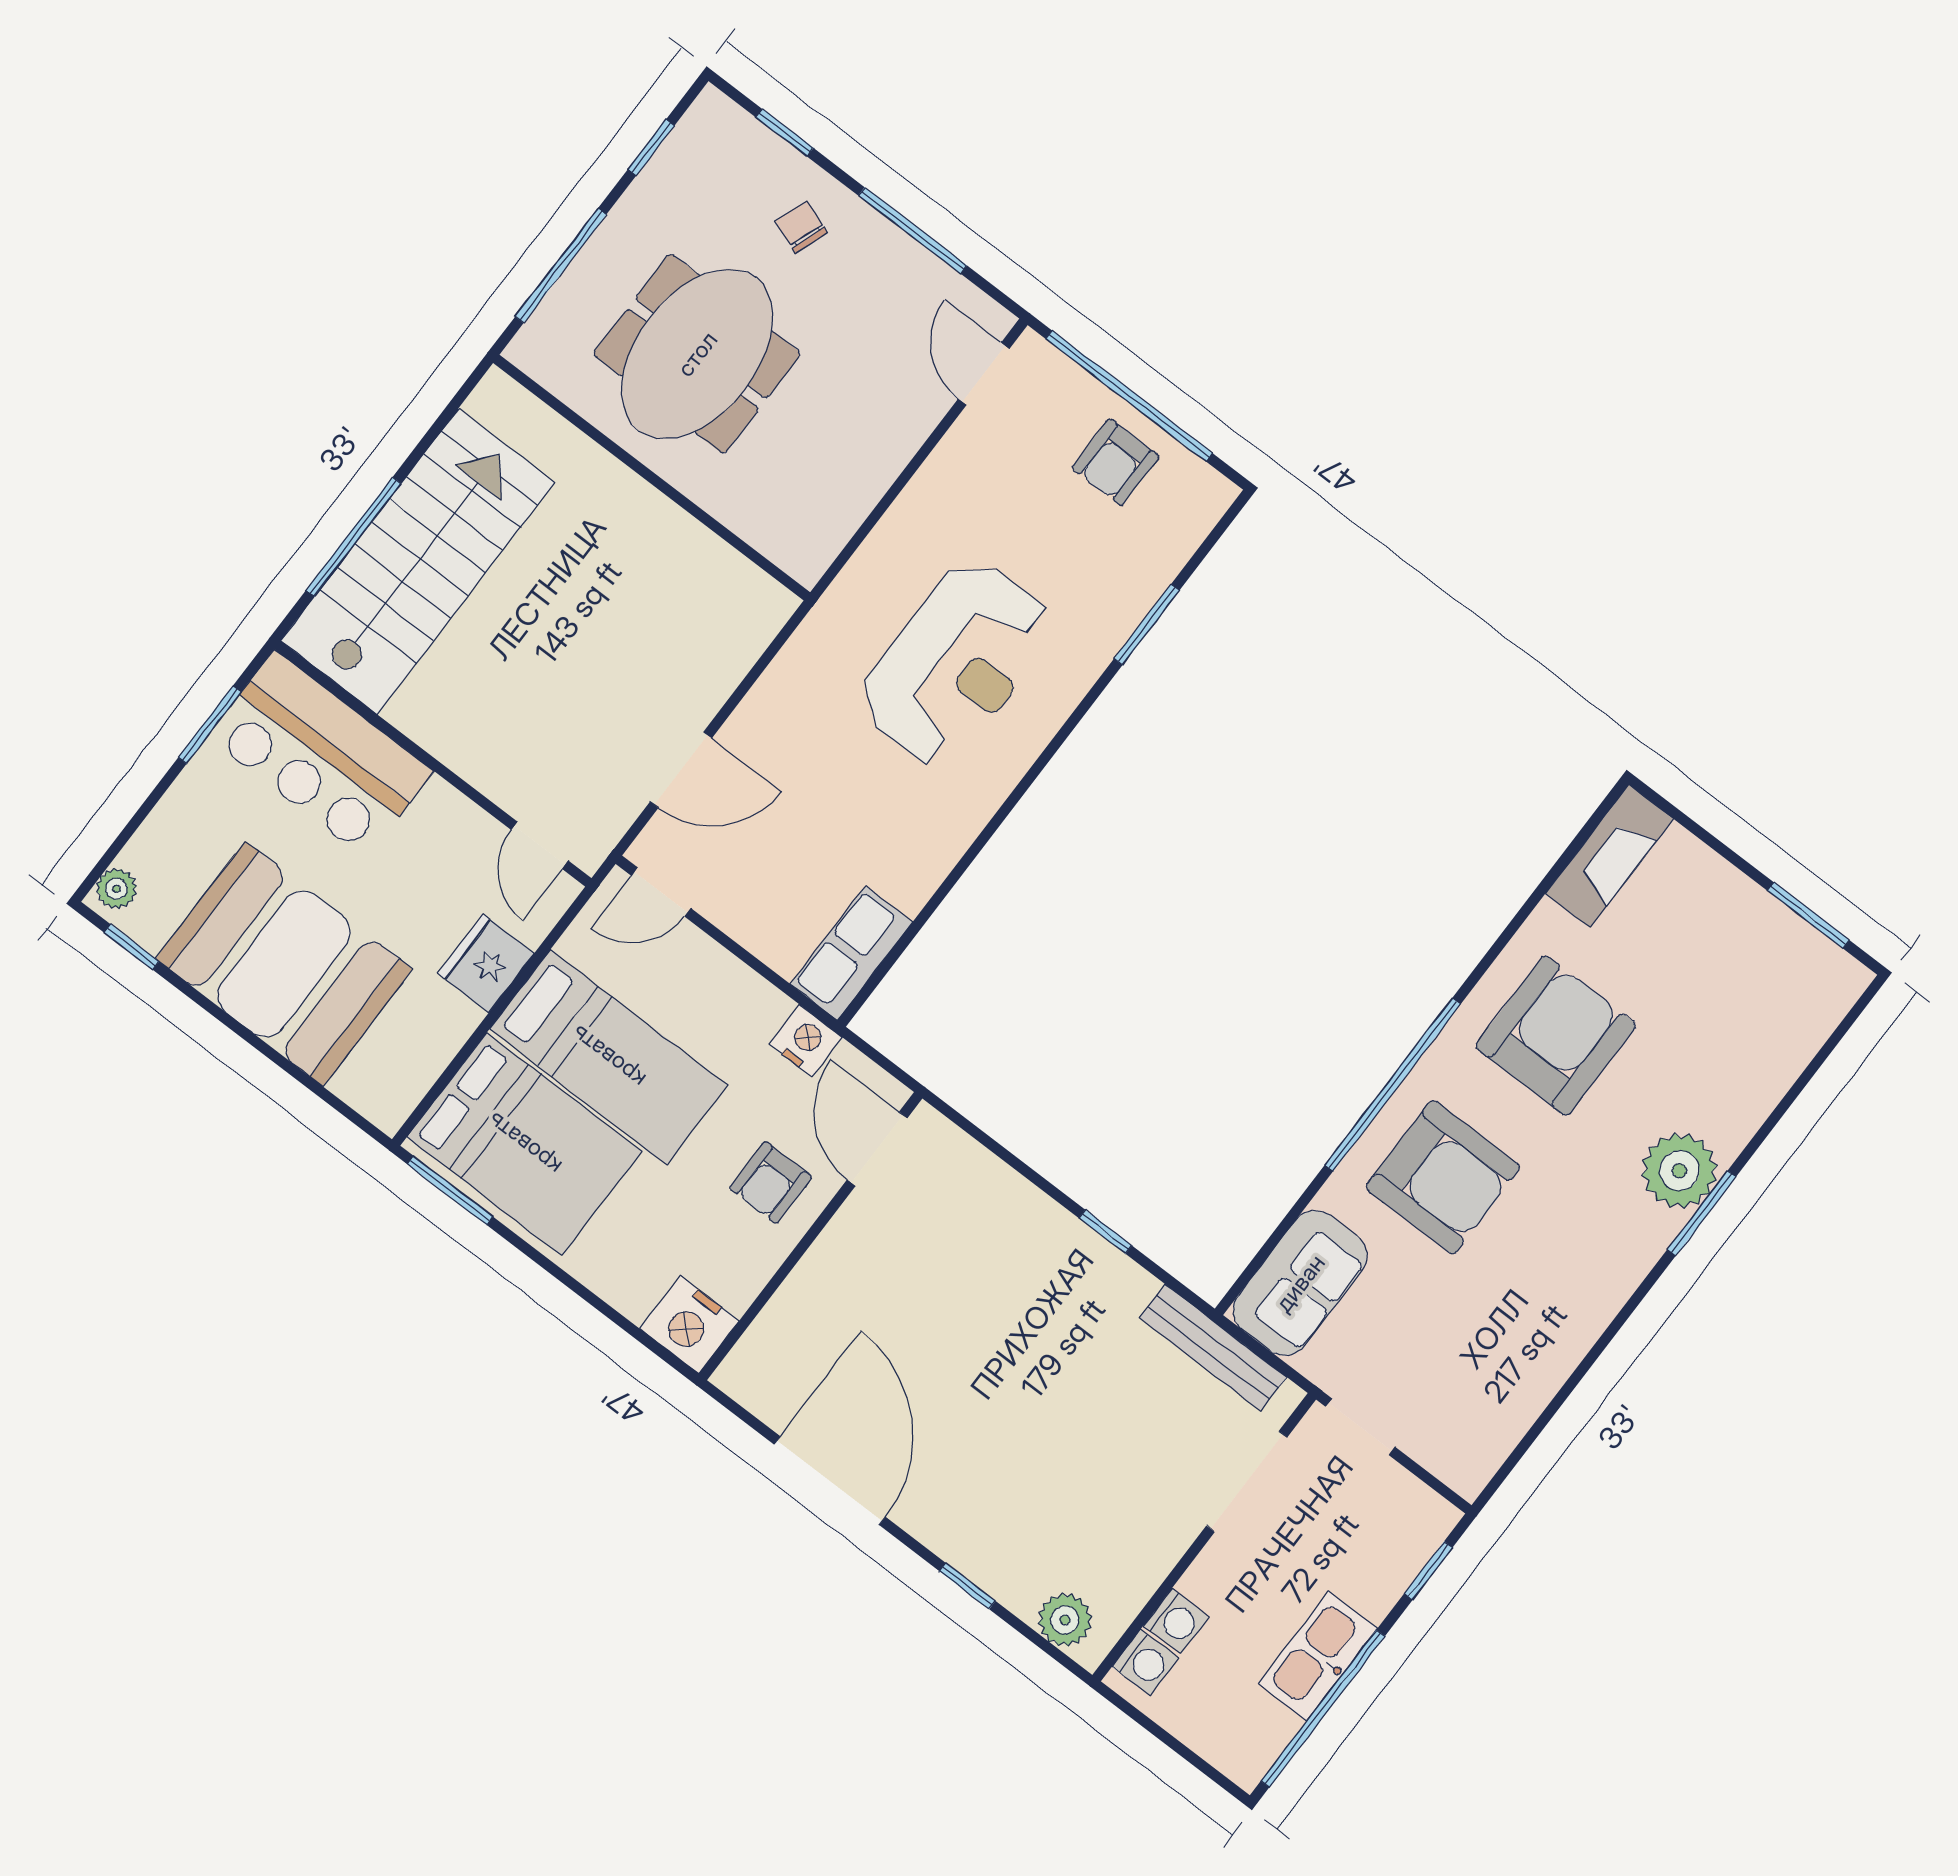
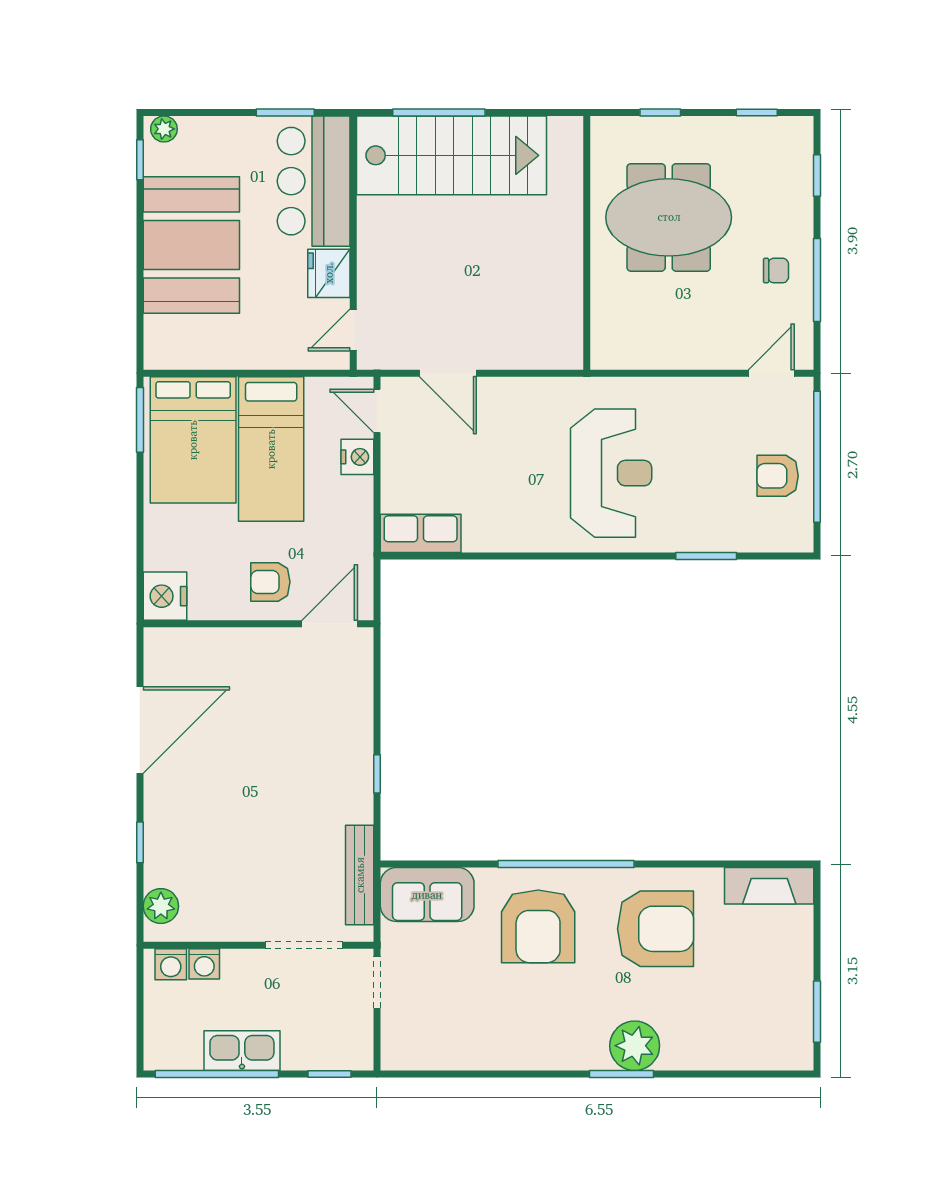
chair: (801, 227) -> (776, 271), moved, turned 70
window: (561, 266) -> (660, 112), width x0.46
reception desk: (956, 663) -> (611, 473), turned -90
fridge: (486, 963) -> (329, 273), moved, turned -90
nightstand: (805, 1041) -> (357, 457), moved

